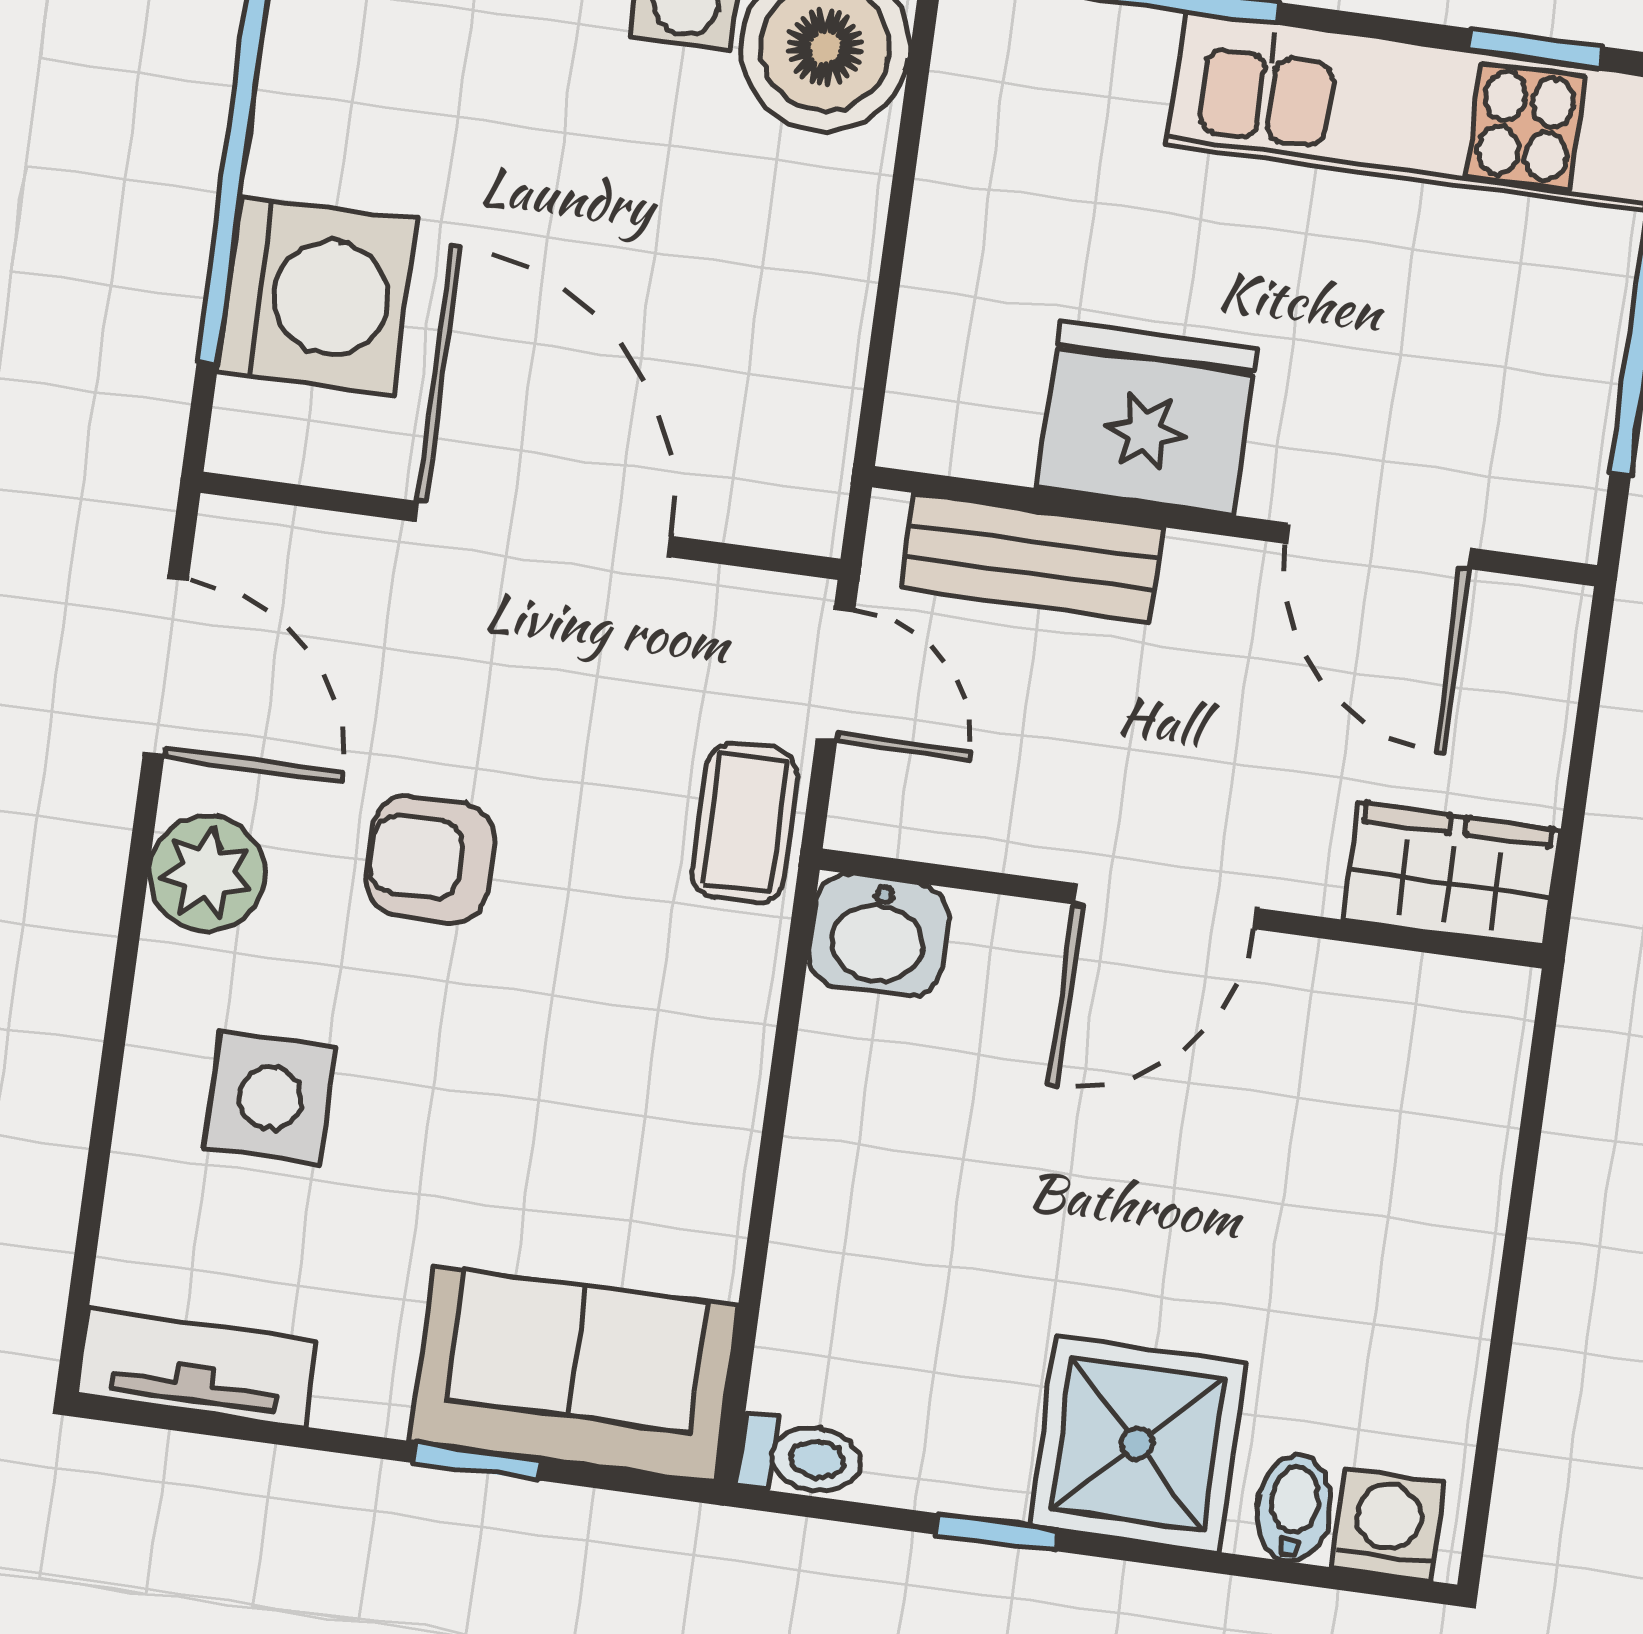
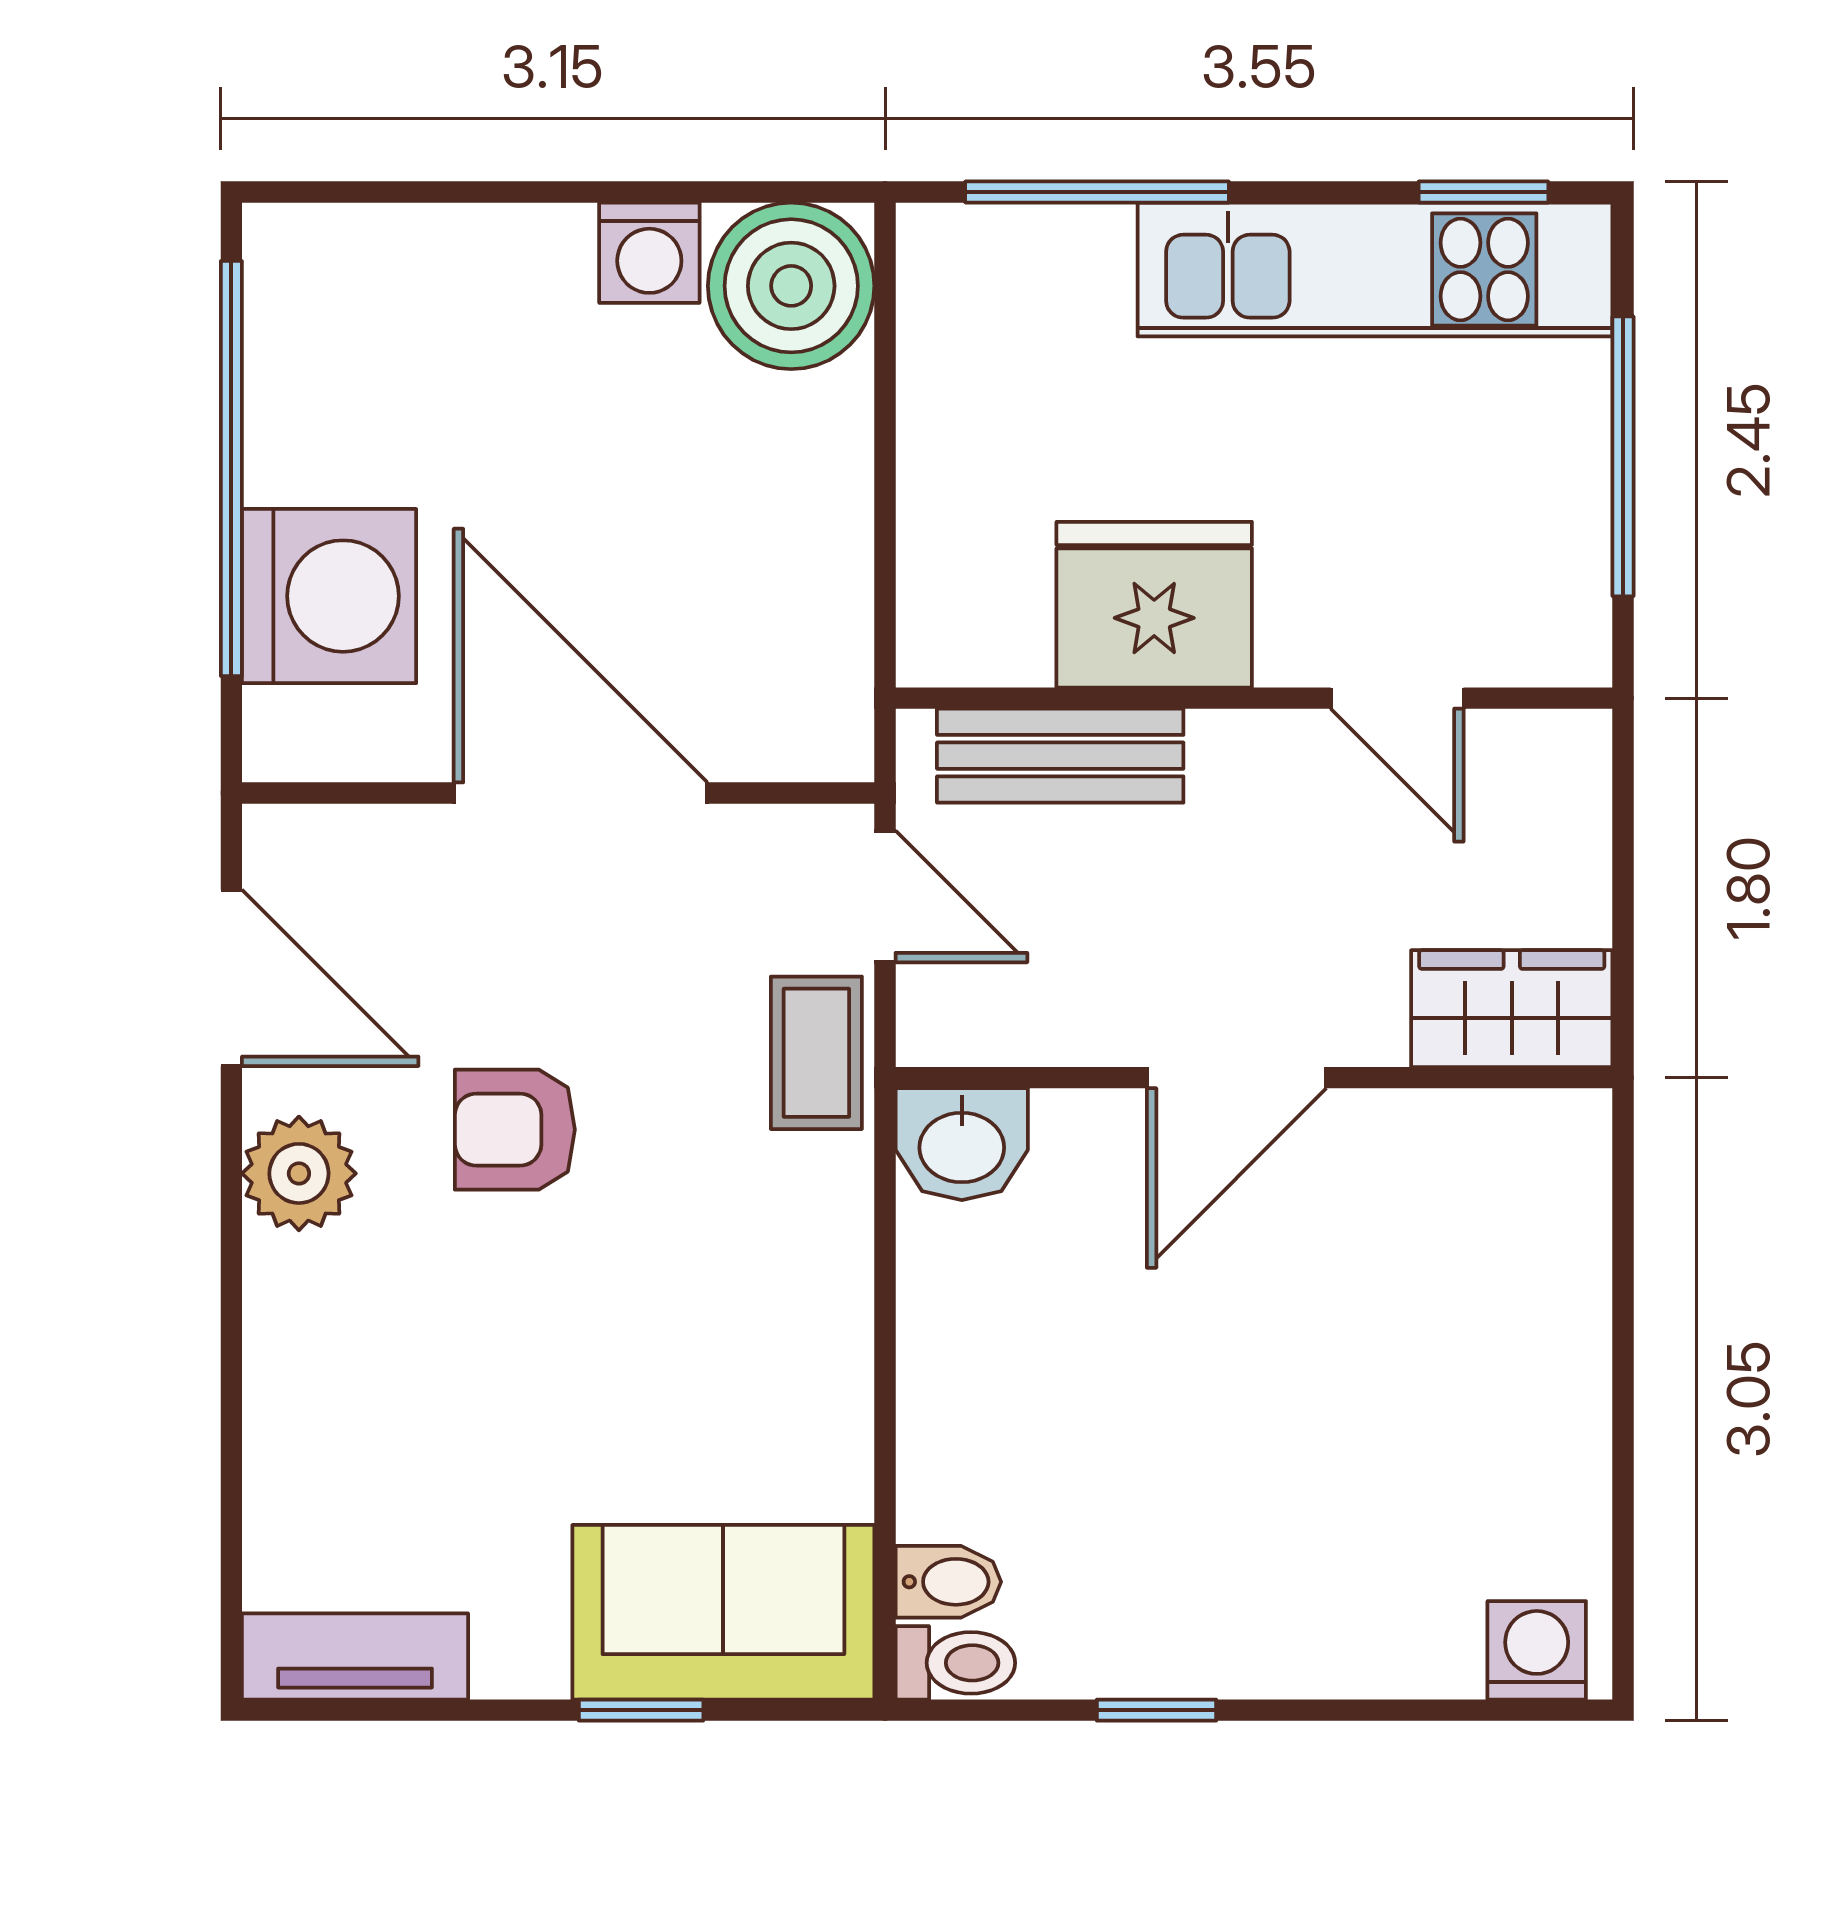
door: (1379, 546) -> (1397, 698), width x0.73
side table: (270, 1098) -> (390, 1384), removed
shower: (1137, 1444) -> (1282, 1605), removed
bidet: (1294, 1508) -> (948, 1582), moved, turned 90

